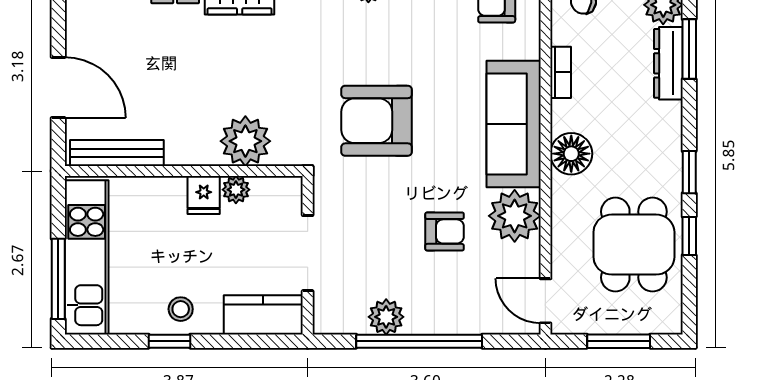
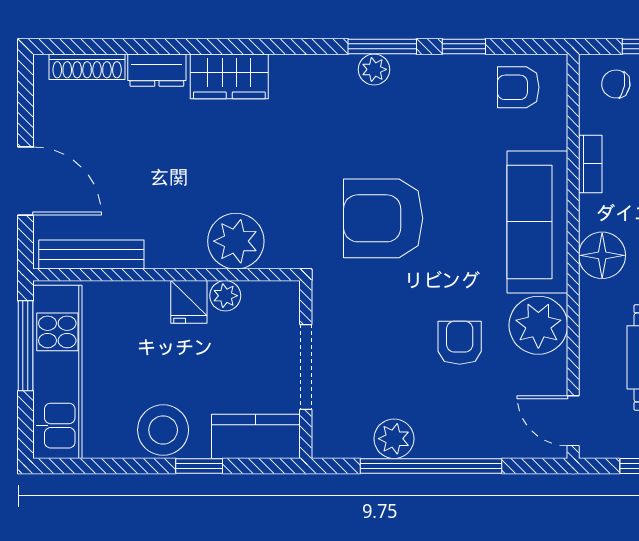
armchair: (445, 231) -> (460, 343), turned -90
window: (58, 279) -> (25, 346), moved
stool: (181, 309) -> (163, 430), width x1.89, depth x1.89
window: (169, 341) -> (199, 466), moved

